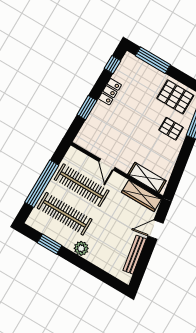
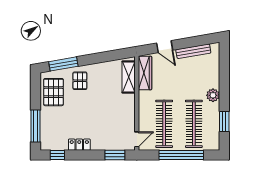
window: (87, 108) -> (115, 155), moved
door: (107, 165) -> (137, 139), moved

